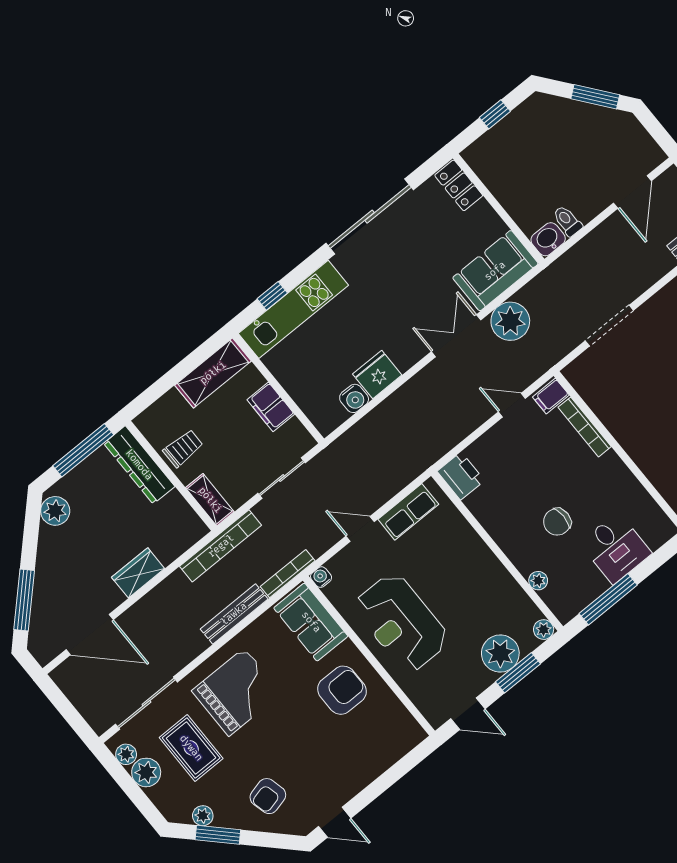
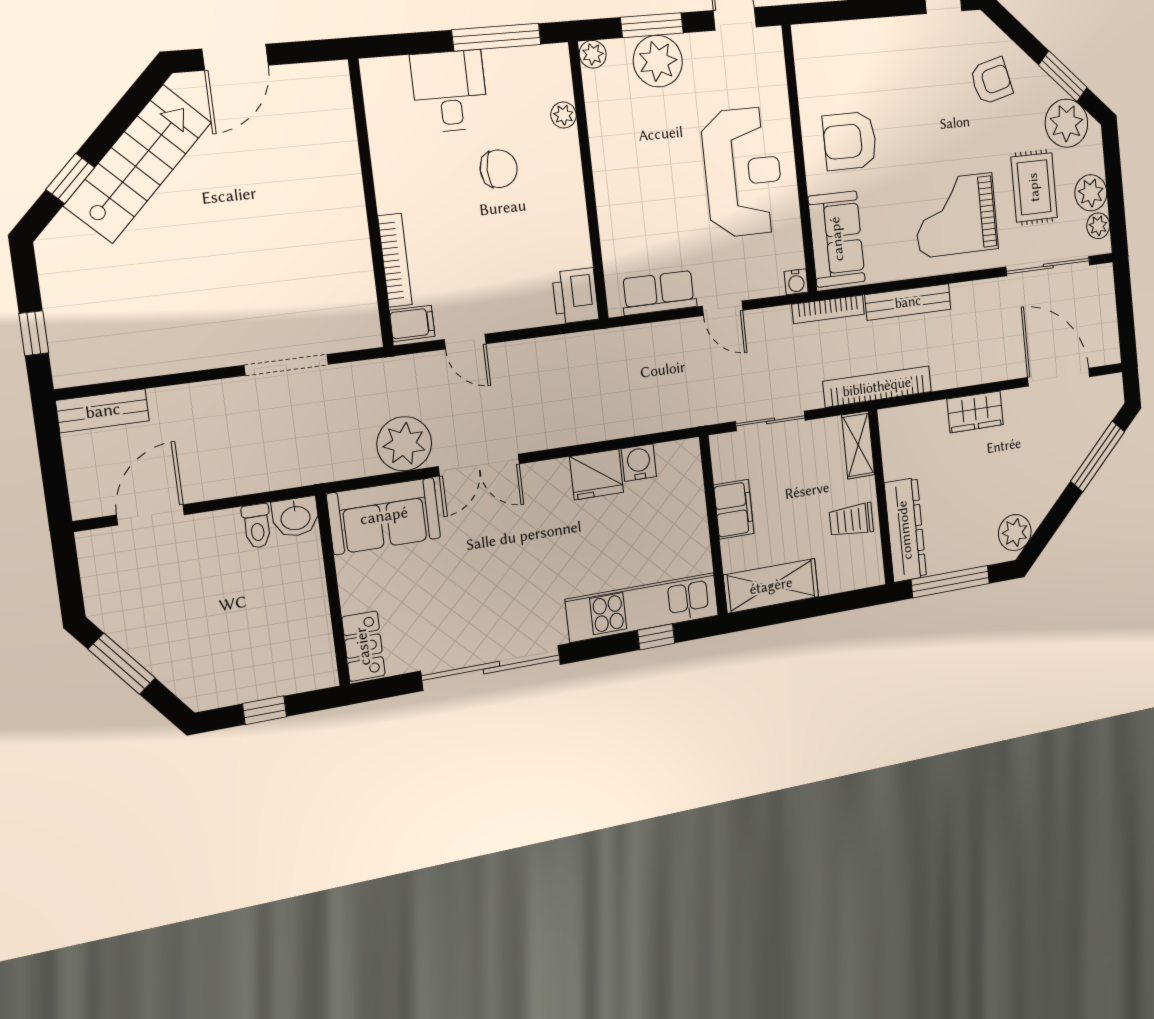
plant: (203, 816) -> (1066, 123), width x1.88, depth x1.88

